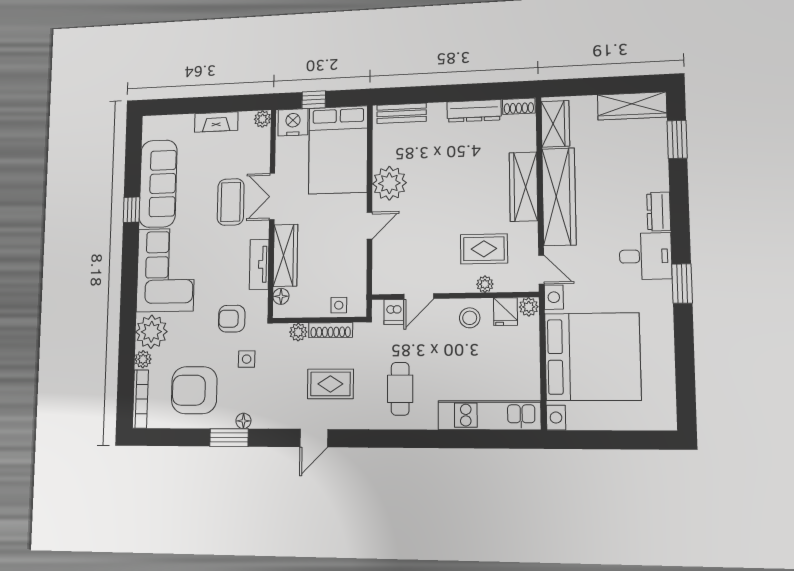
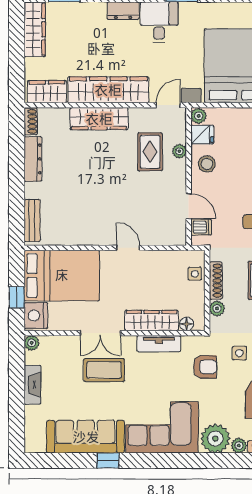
plant: (389, 183) -> (92, 231), removed
armchair: (232, 319) -> (205, 367), turned -90

